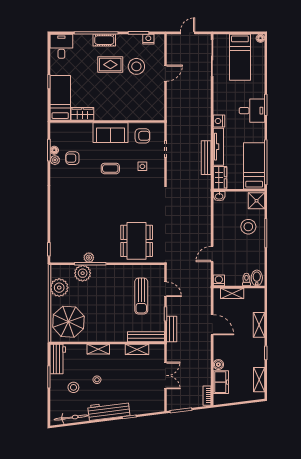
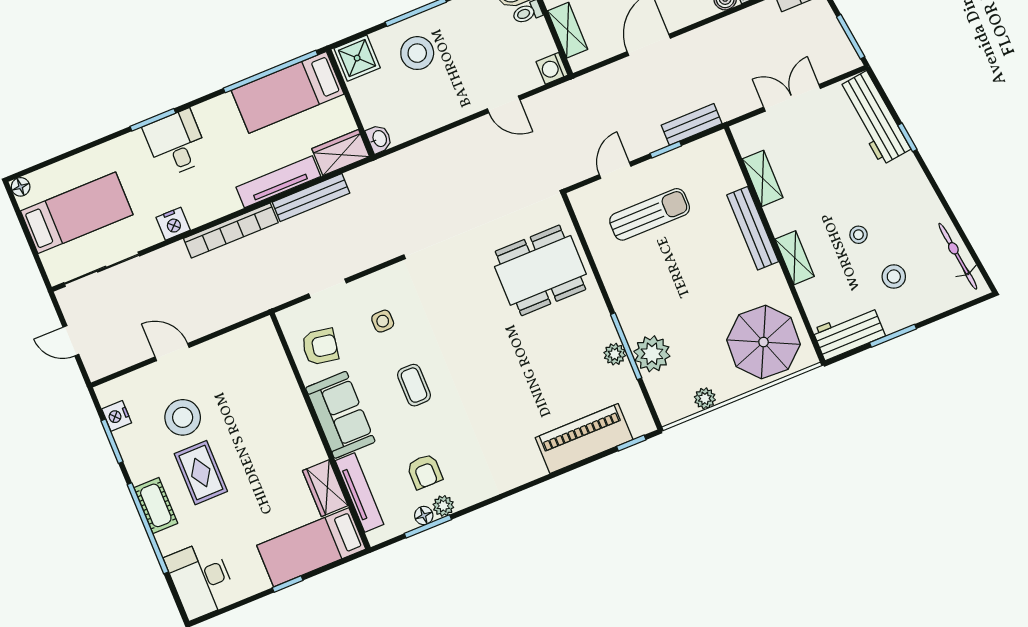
desk: (61, 46) -> (201, 580), width x1.37
bookcase: (206, 118) -> (231, 231), added
nightstand: (219, 121) -> (173, 224), moved
tv unit: (75, 127) -> (360, 493), added
armchair: (142, 136) -> (320, 347), turned 100
piano: (59, 230) -> (584, 439), added
plant: (59, 288) -> (705, 398), width x0.53, depth x0.53
bench: (146, 337) -> (753, 228), moved
workbench: (109, 411) -> (874, 118), moved

